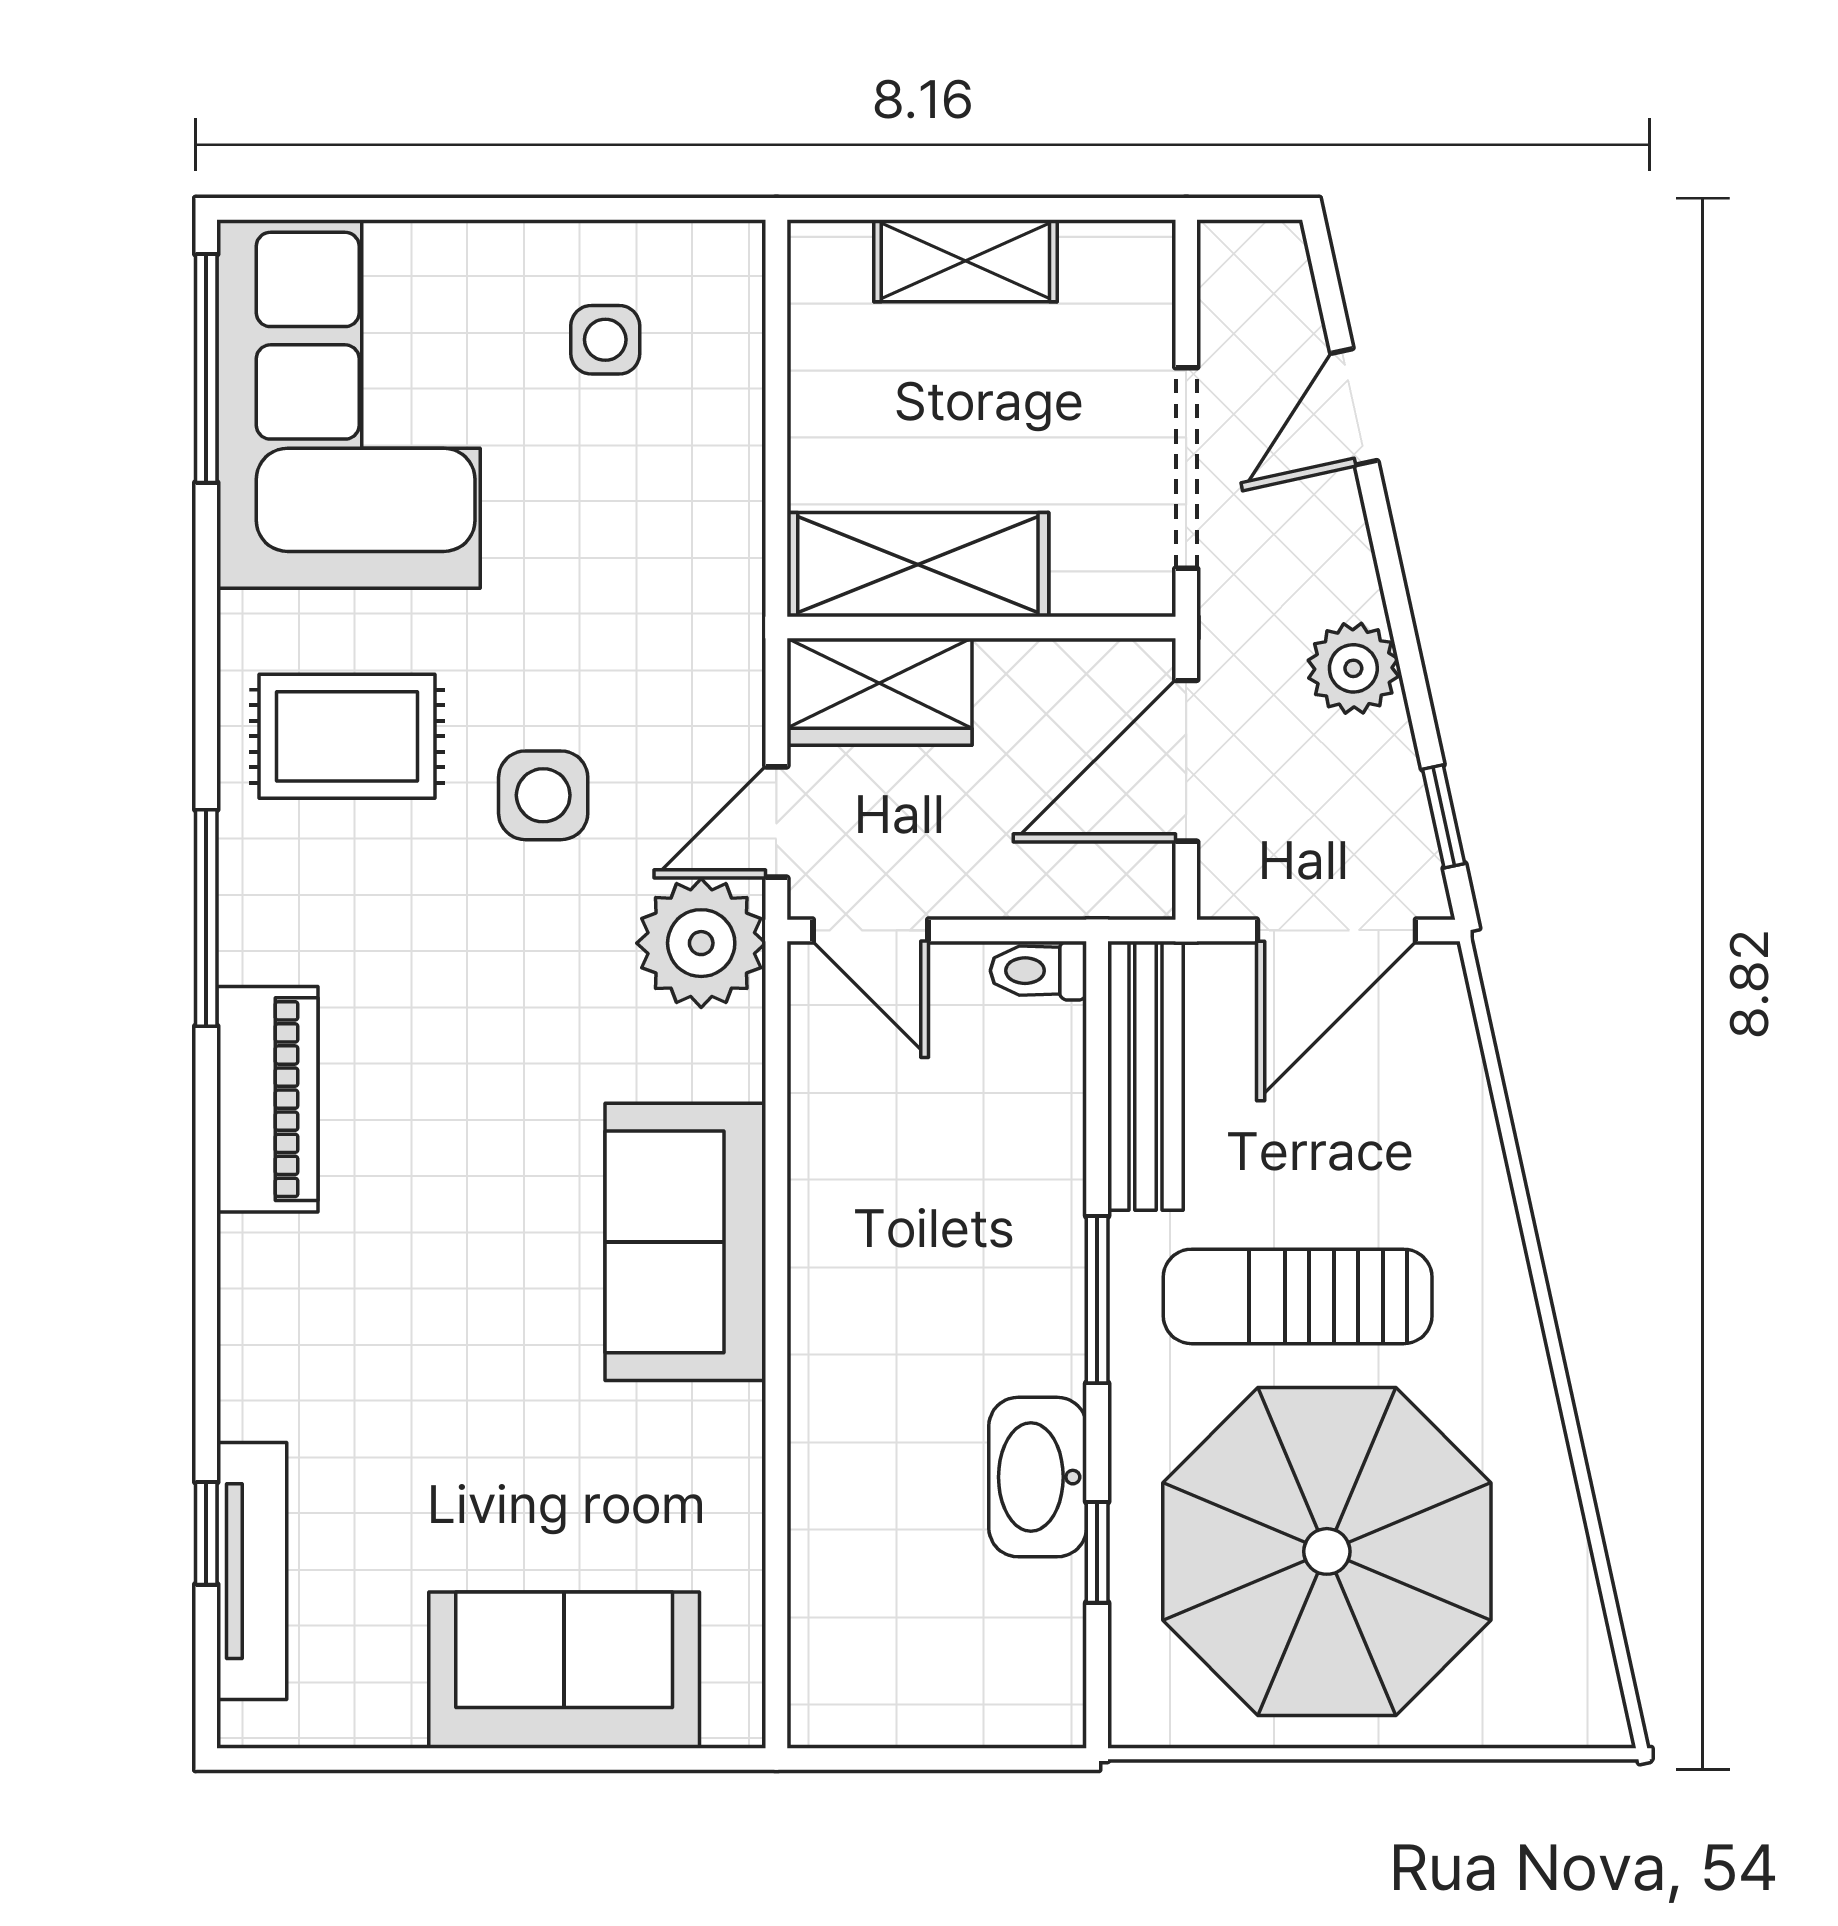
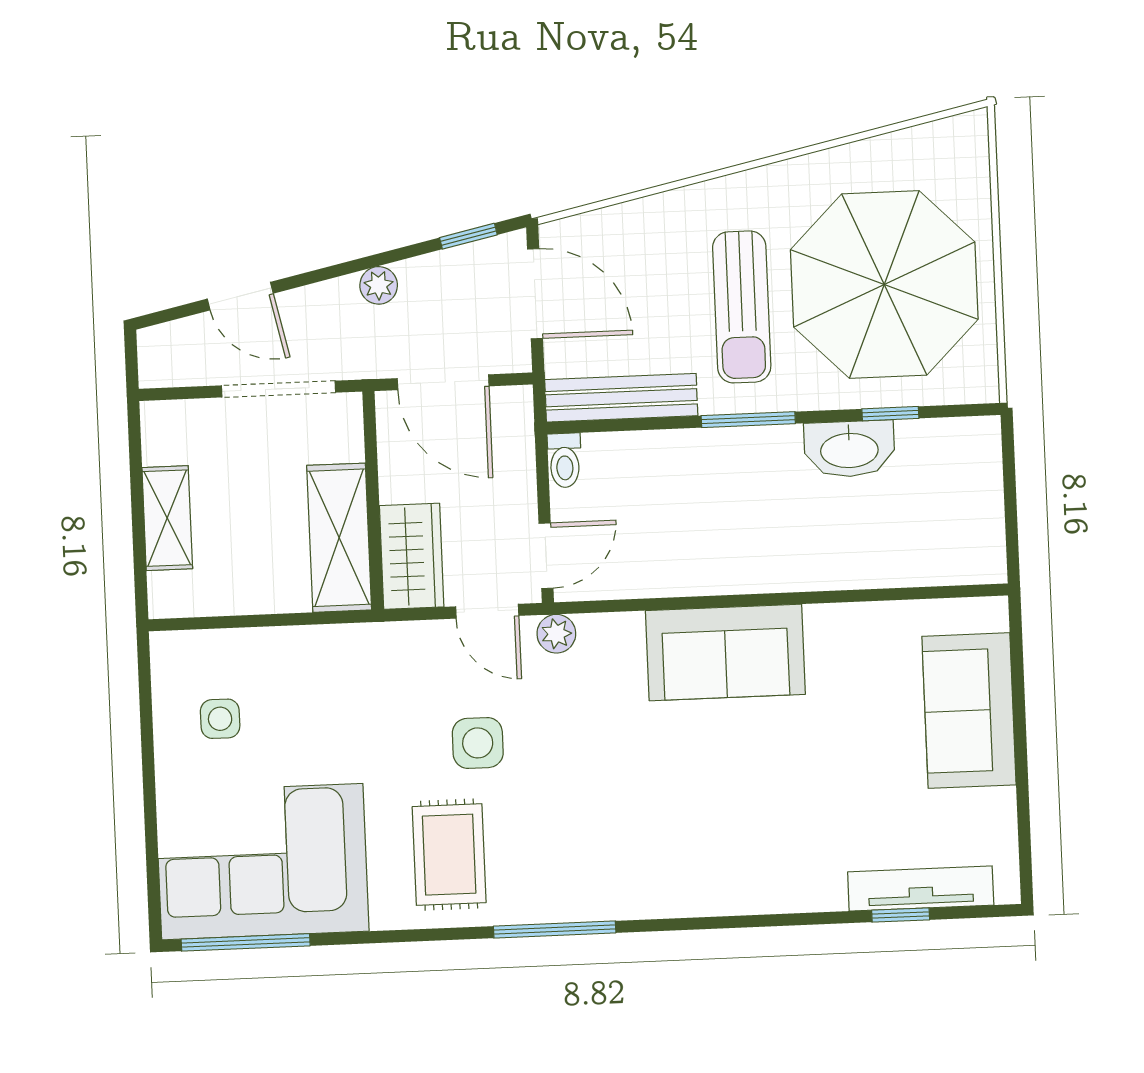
plant: (1353, 668) -> (379, 285), width x0.73, depth x0.73
plant: (701, 943) -> (556, 634), width x0.53, depth x0.53
piano: (267, 1099) -> (655, 891), removed

